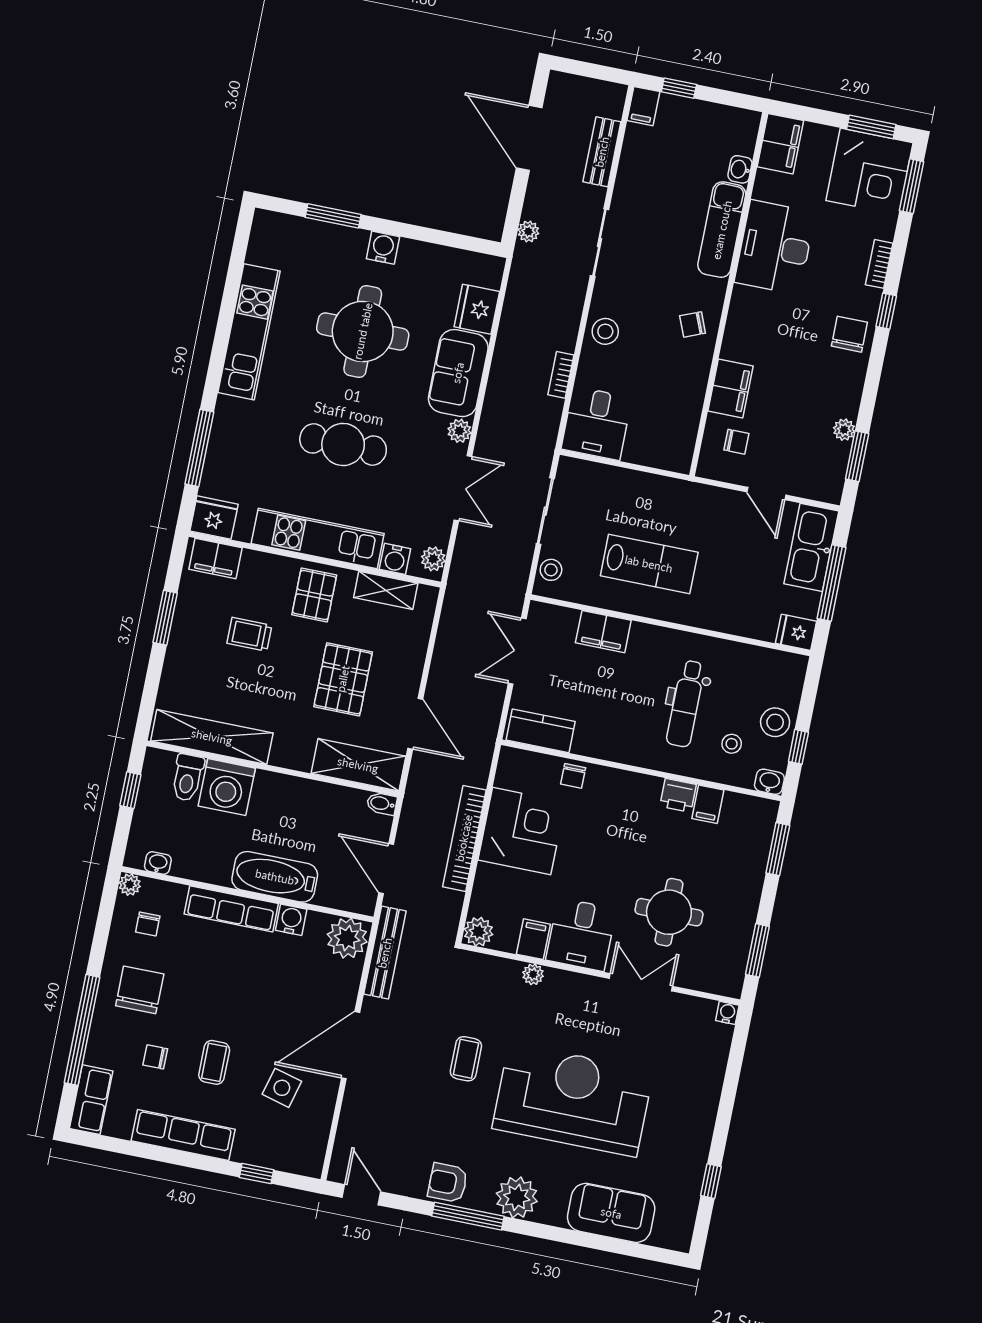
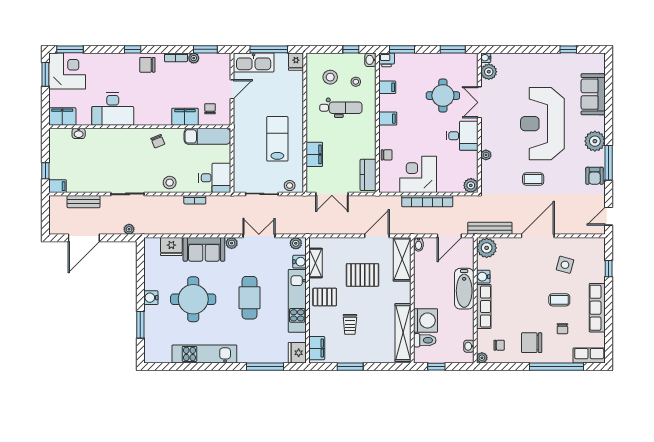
exam couch: (722, 230) -> (207, 136), moved
bookcase: (879, 264) -> (176, 57), moved
stool: (775, 722) -> (330, 77), moved
printer: (678, 795) -> (387, 60), moved, turned 90
filing cabinet: (533, 939) -> (388, 119), moved, turned 180
plant: (698, 1013) -> (489, 72), added
door: (351, 1045) -> (538, 236), swing flipped

